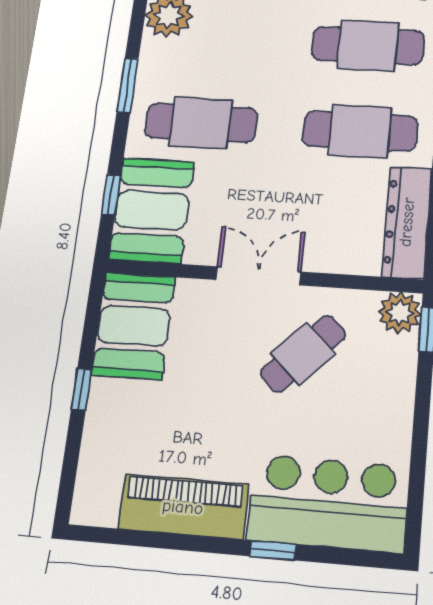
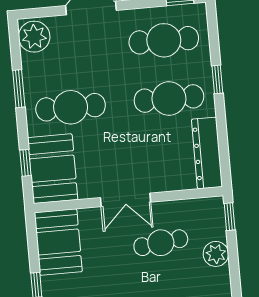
double door: (258, 276) -> (126, 200), swing flipped
plant: (400, 313) -> (216, 254), moved
cafe table: (303, 354) -> (161, 243), turned 39

